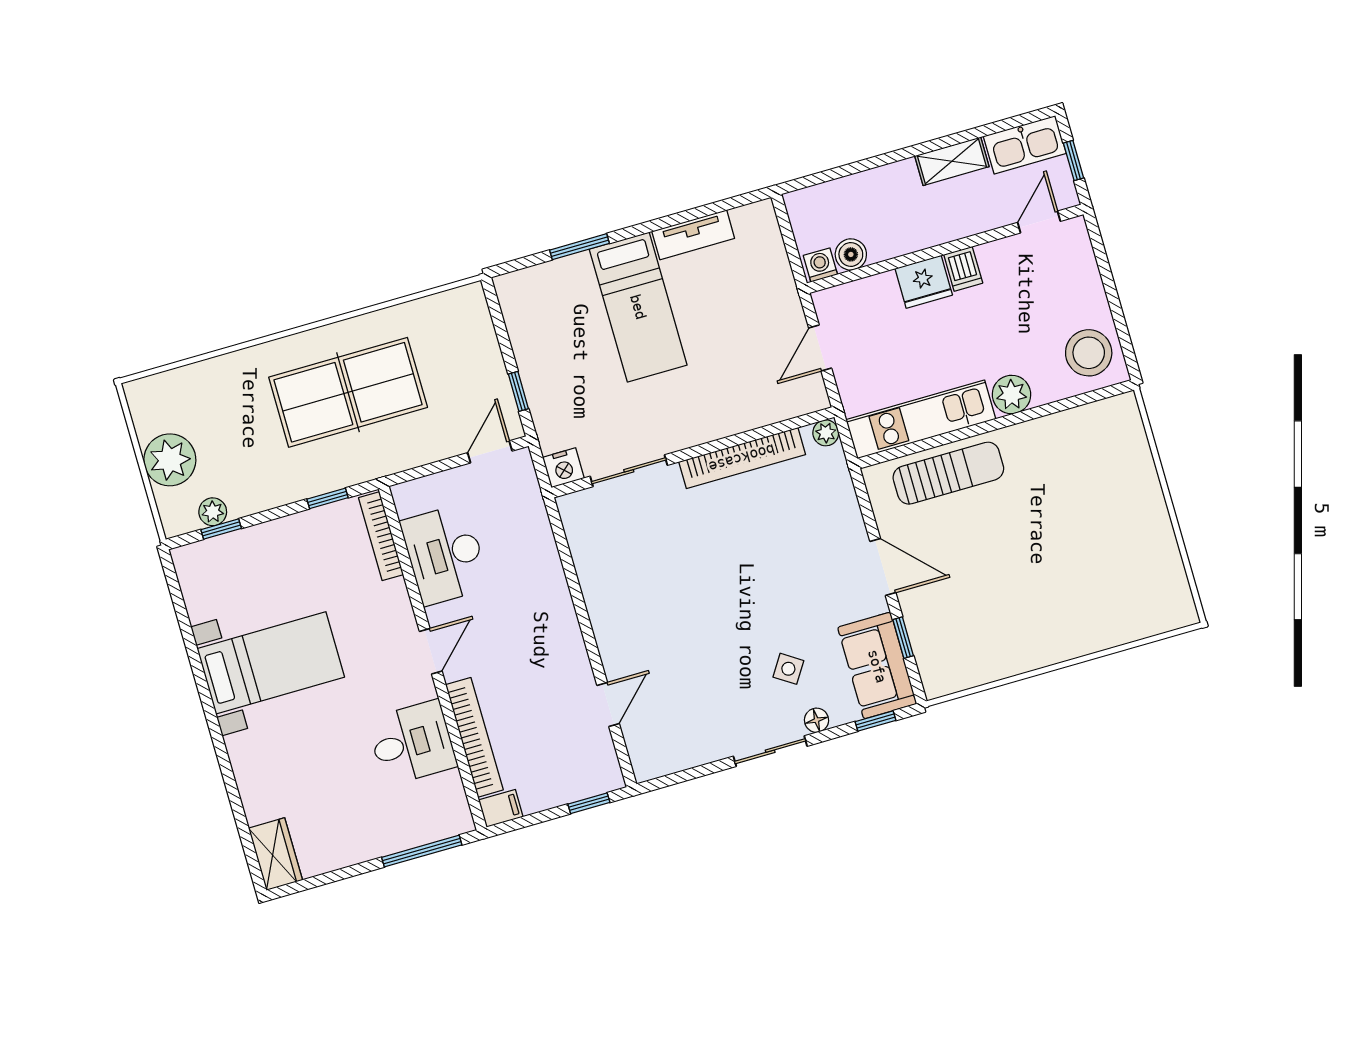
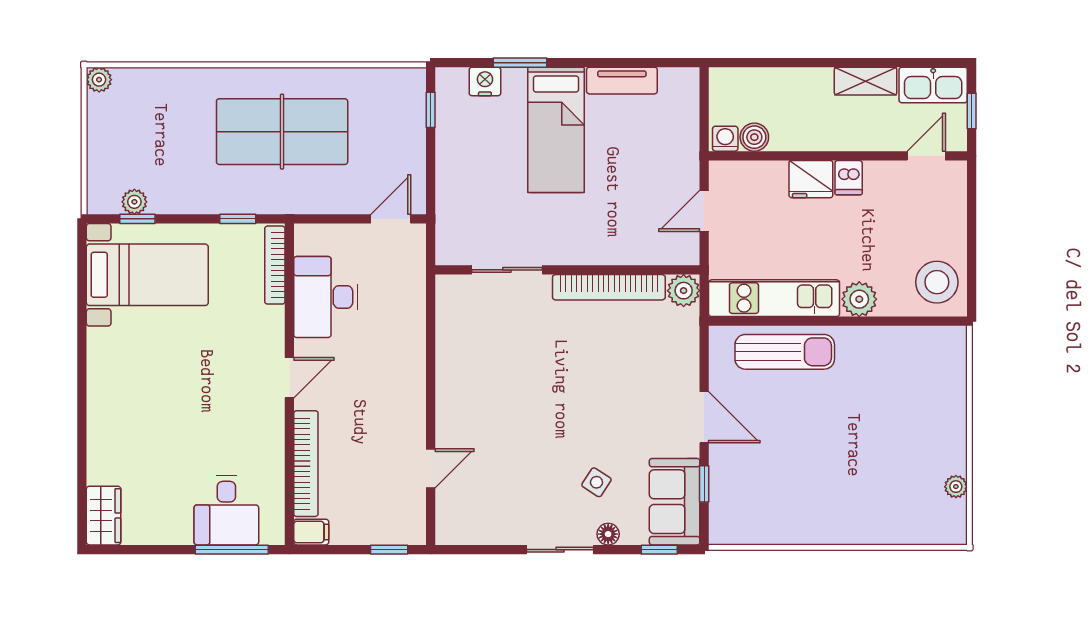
window: (518, 391) -> (431, 110), moved
plant: (826, 433) -> (684, 291), width x1.38, depth x1.38
plant: (170, 460) -> (99, 80), moved, width x0.53, depth x0.53
nightstand: (563, 468) -> (485, 81), moved, turned 180
plant: (1171, 564) -> (956, 487), added
bed with nightstands: (271, 663) -> (147, 275), moved
desk: (412, 743) -> (226, 510), moved, turned 90

